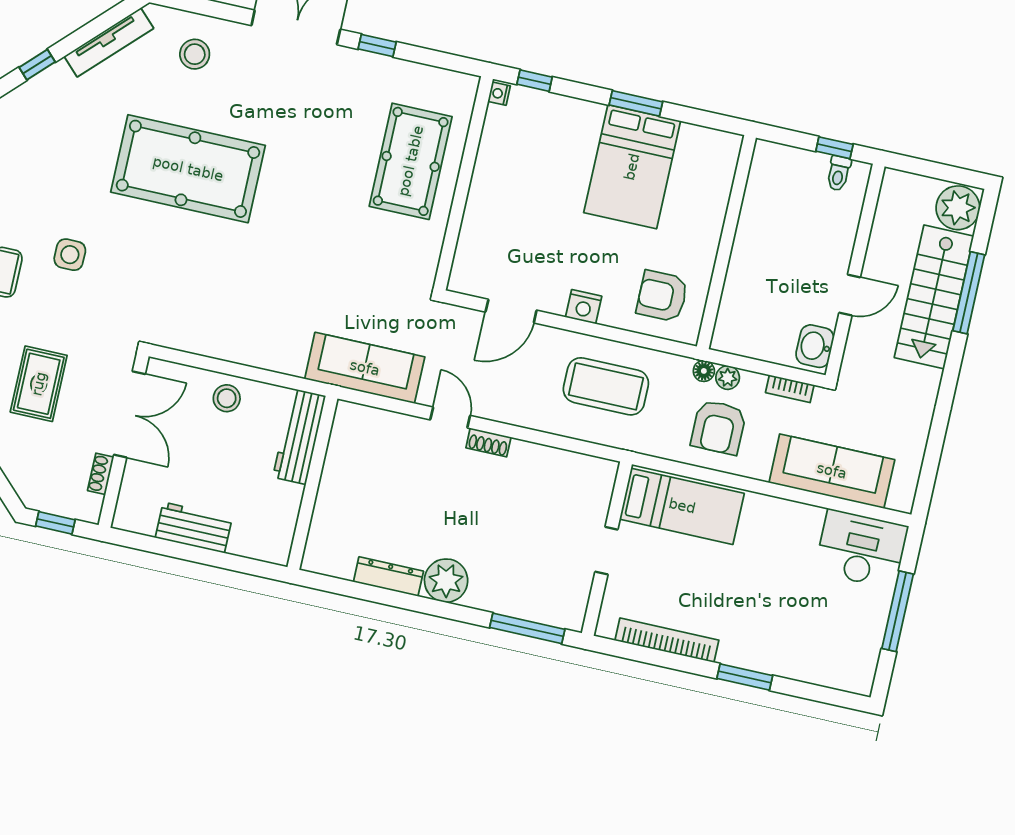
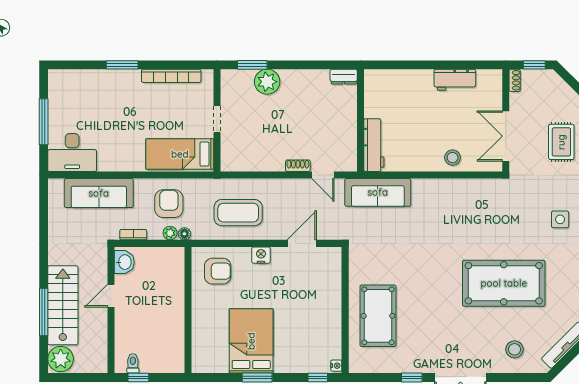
workbench: (299, 436) -> (374, 145), moved
shoe rack: (101, 474) -> (515, 80), moved
wall: (312, 483) -> (361, 120), moved
dresser: (388, 577) -> (344, 77), width x0.70
plant: (446, 581) -> (267, 82), moved
window: (527, 628) -> (252, 65), width x0.69

